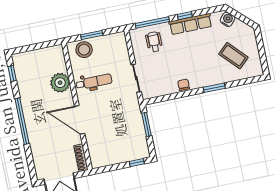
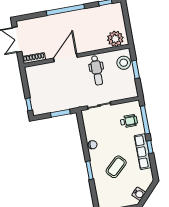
water cooler: (227, 19) -> (139, 194), moved
coffee table: (233, 56) -> (116, 167), moved
plant: (60, 83) -> (115, 39), moved

